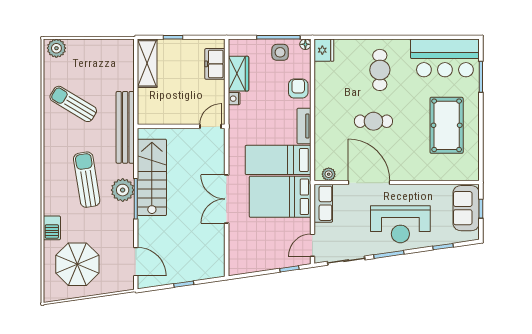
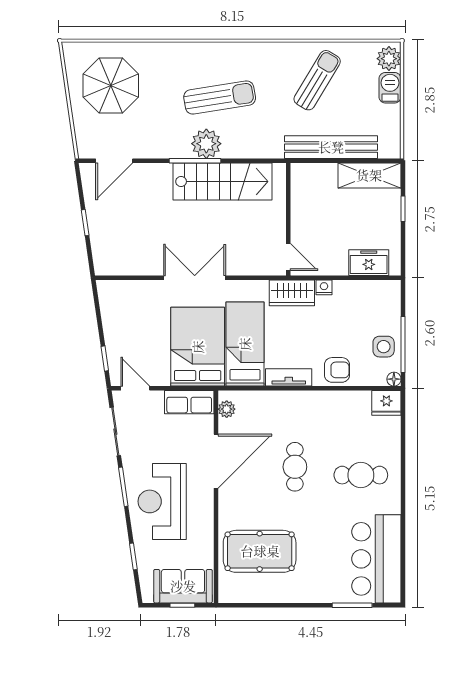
wardrobe: (238, 74) -> (292, 293), moved
pool table: (447, 125) -> (260, 551), moved
bench: (125, 127) -> (331, 147), moved
barbecue: (52, 228) -> (390, 88), moved, turned 90

